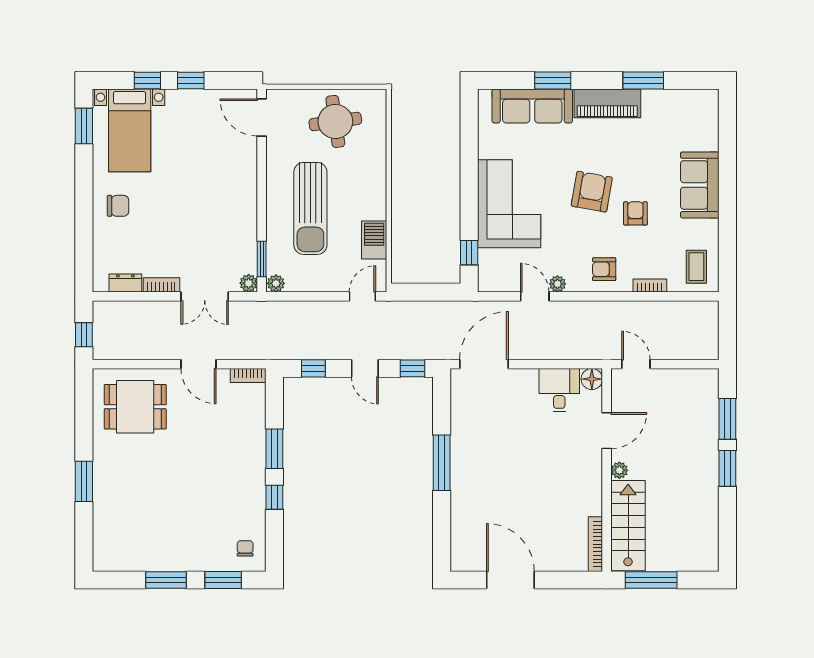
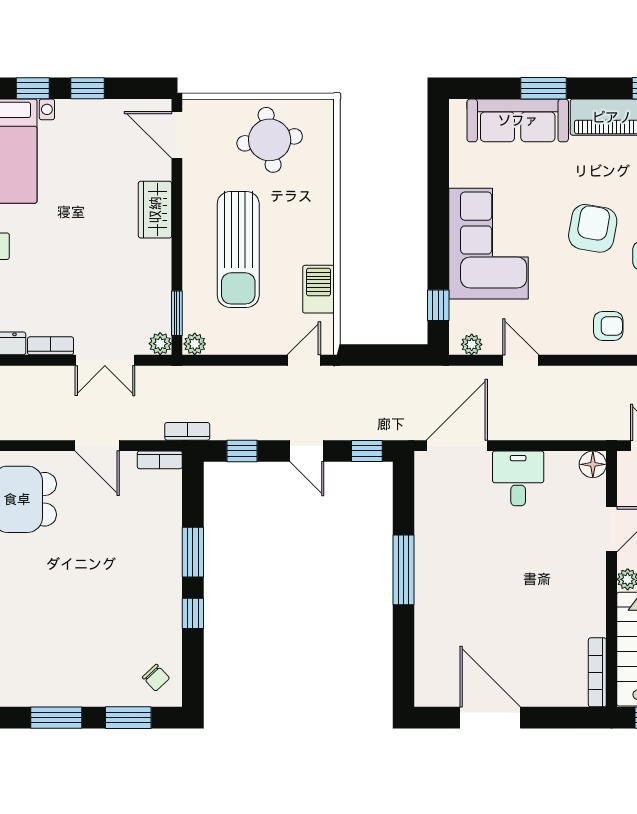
wardrobe: (244, 177) -> (155, 210), added
armchair: (604, 269) -> (608, 326), turned 180
plant: (557, 284) -> (472, 344), moved
bookcase: (270, 353) -> (187, 431), added
desk: (559, 390) -> (518, 478), moved
chair: (245, 548) -> (156, 678), turned 137

